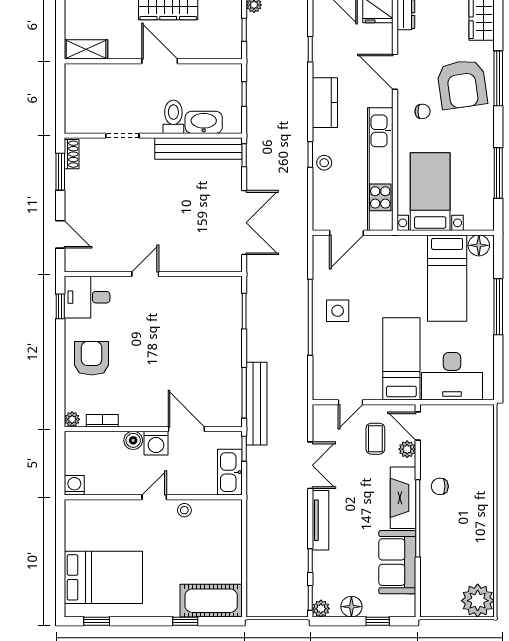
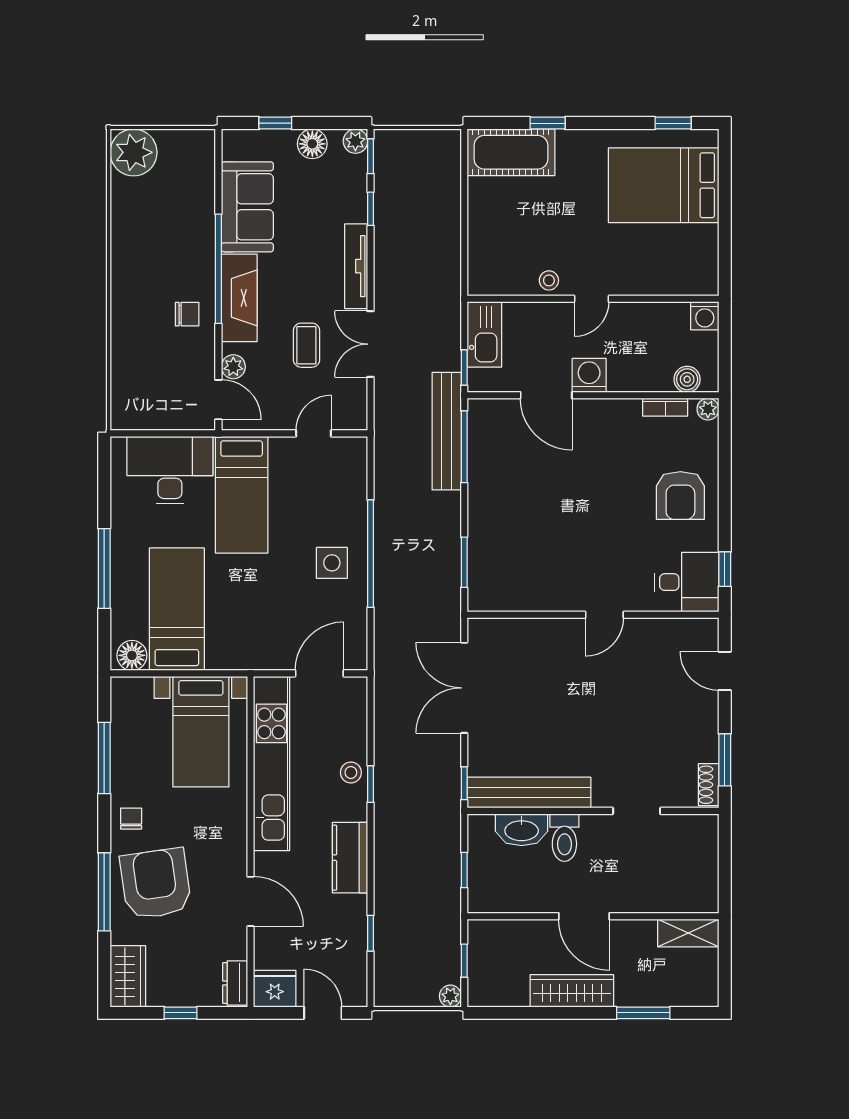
chair: (422, 111) -> (131, 819), moved, turned 90
coffee table: (375, 439) -> (306, 345), moved
boiler: (133, 440) -> (687, 379), moved

